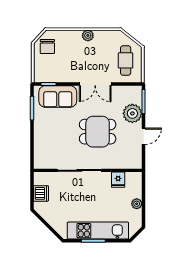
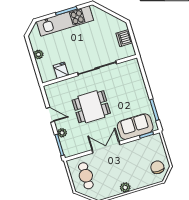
plant: (132, 113) -> (62, 133), width x0.53, depth x0.53
door: (144, 136) -> (50, 115), swing flipped

